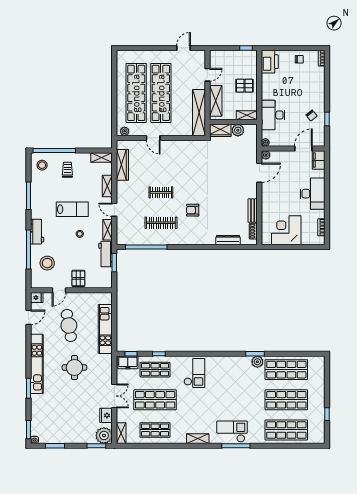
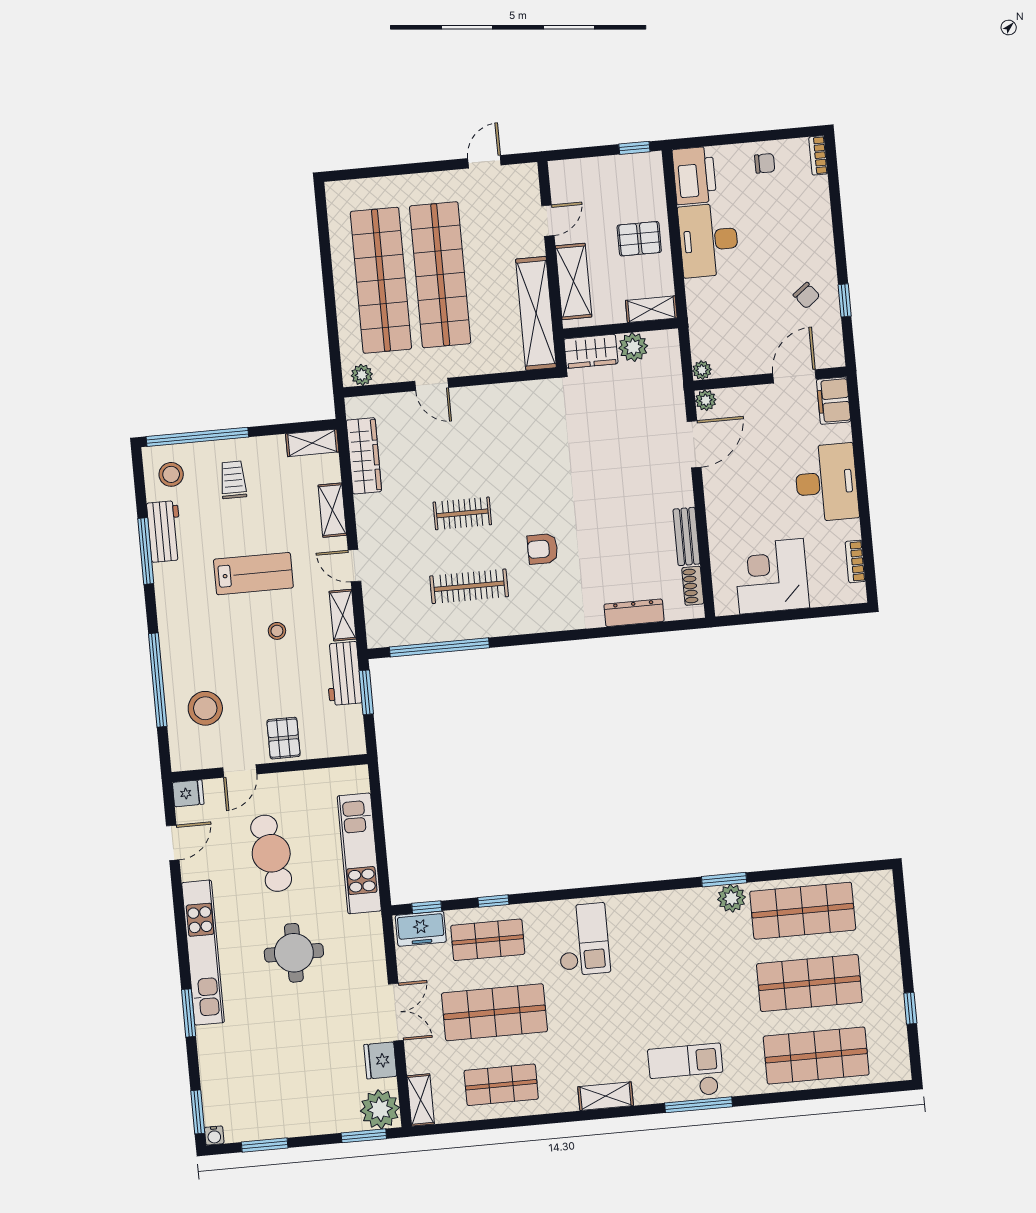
desk: (273, 115) -> (709, 240), moved
workbench: (37, 232) -> (165, 531), moved

